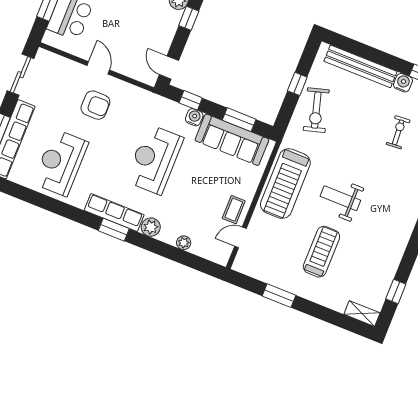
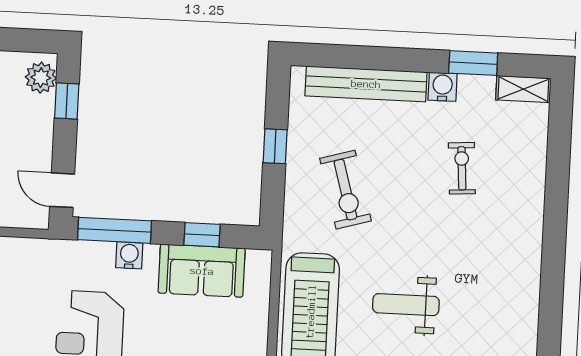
window: (191, 100) -> (115, 230), width x2.17
exercise bike: (316, 110) -> (346, 190), moved
window: (239, 120) -> (202, 235), width x0.67
sofa: (232, 140) -> (202, 271), width x0.73

